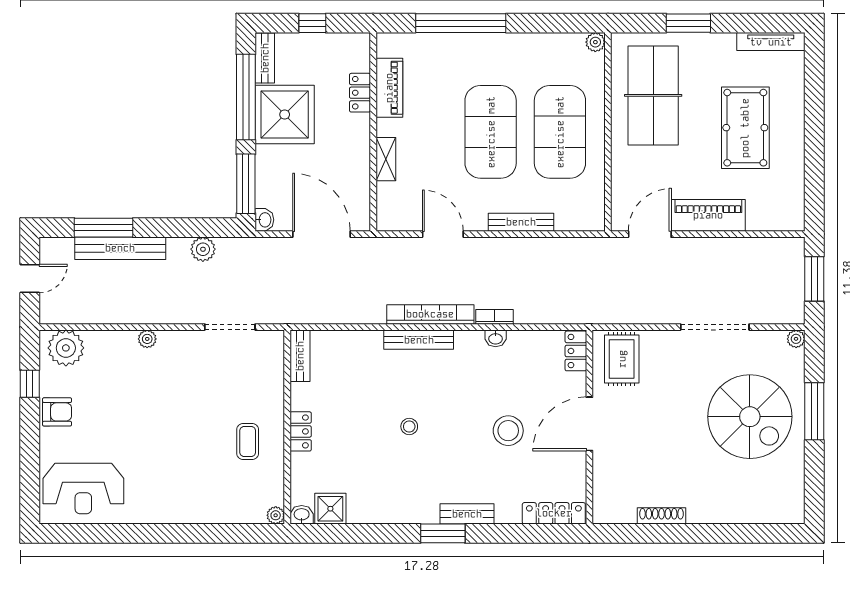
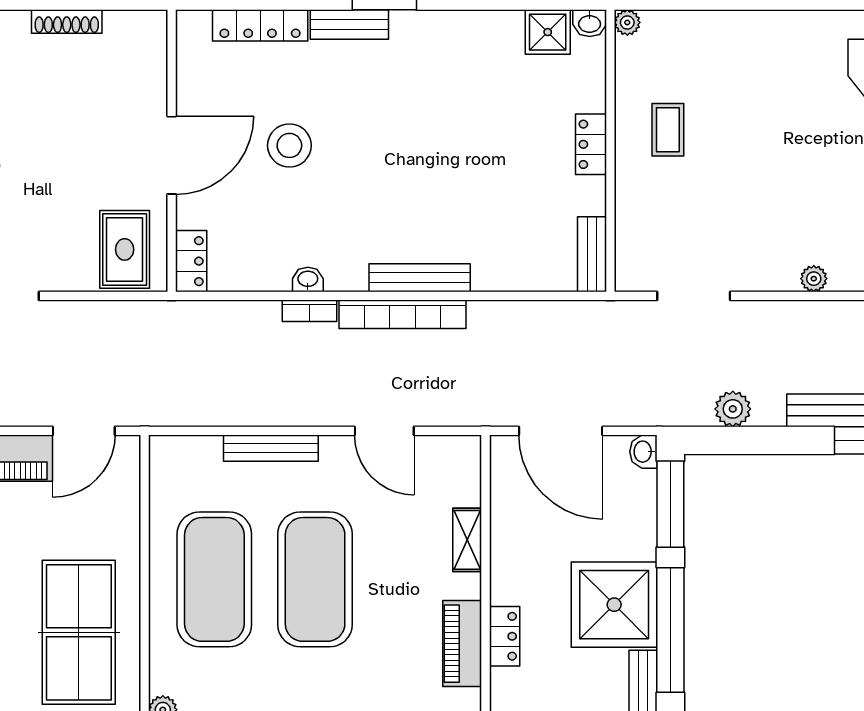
stool: (409, 426) -> (433, 151), removed
locker: (554, 513) -> (260, 25), moved

